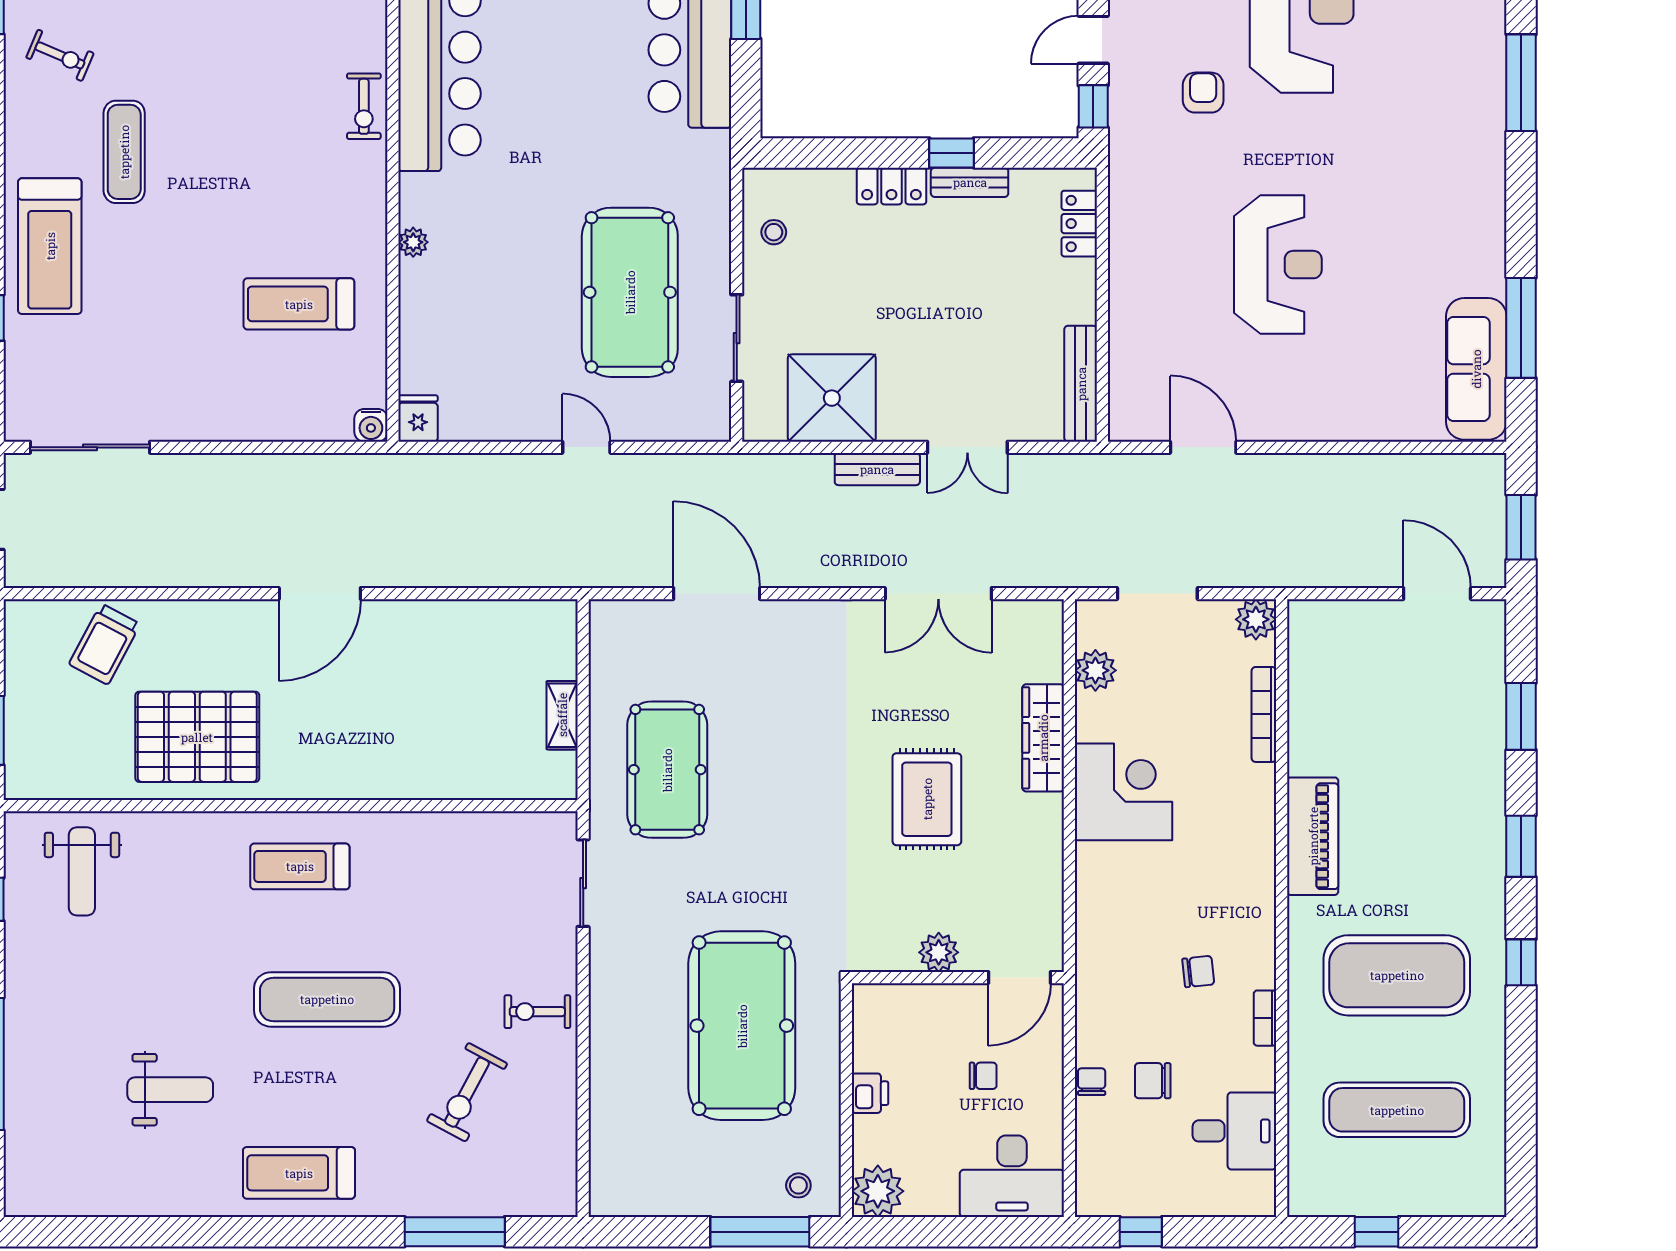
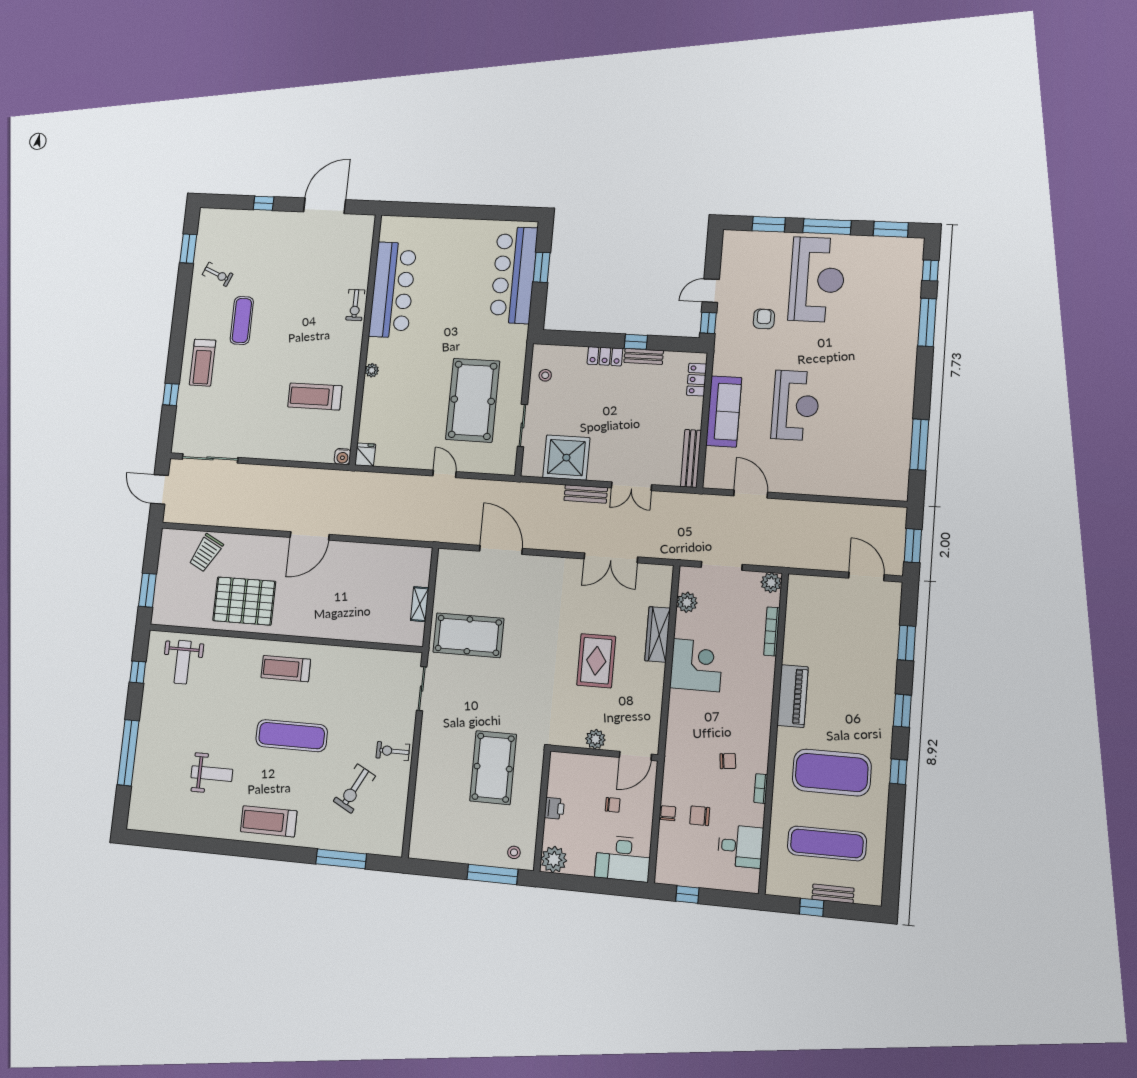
treadmill: (50, 246) -> (203, 363), width x0.73, depth x0.73
sofa: (1476, 369) -> (724, 411), moved, turned 180
pool table: (667, 770) -> (468, 635), turned 90
pool table: (742, 1026) -> (493, 768), width x0.73, depth x0.76
bench: (1415, 1202) -> (833, 894), added

